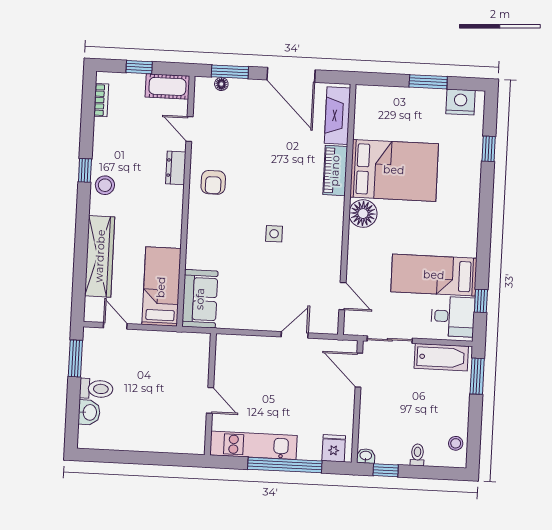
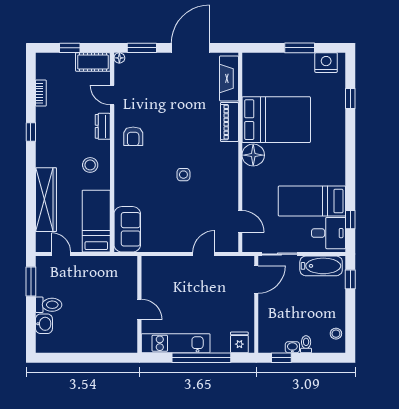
door: (291, 75) -> (191, 48), swing flipped
floor lamp: (221, 84) -> (119, 58), moved
bookcase: (101, 100) -> (41, 93), moved
stool: (105, 185) -> (90, 165), moved
door: (359, 370) -> (256, 279), swing flipped
window: (477, 376) -> (350, 279), width x0.67
washbasin: (366, 456) -> (292, 347), moved

